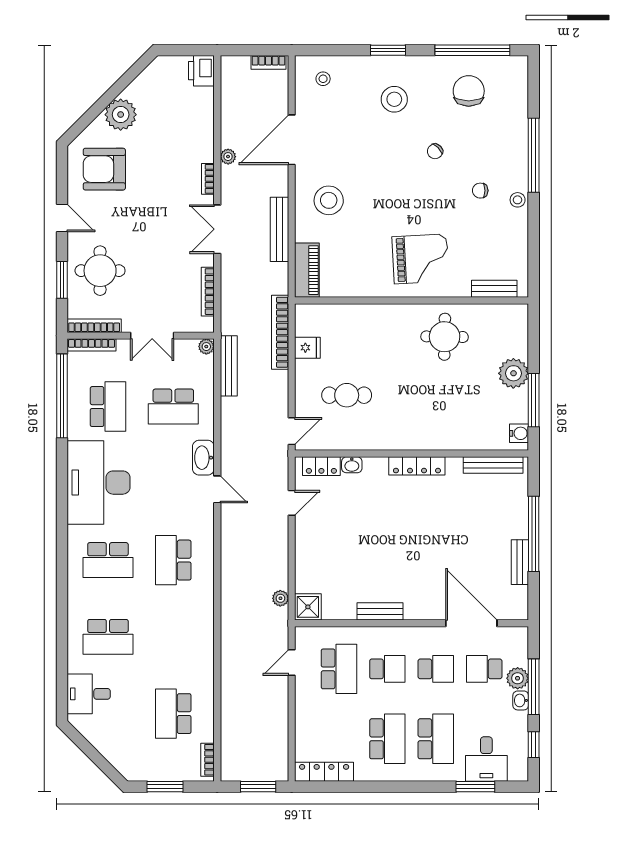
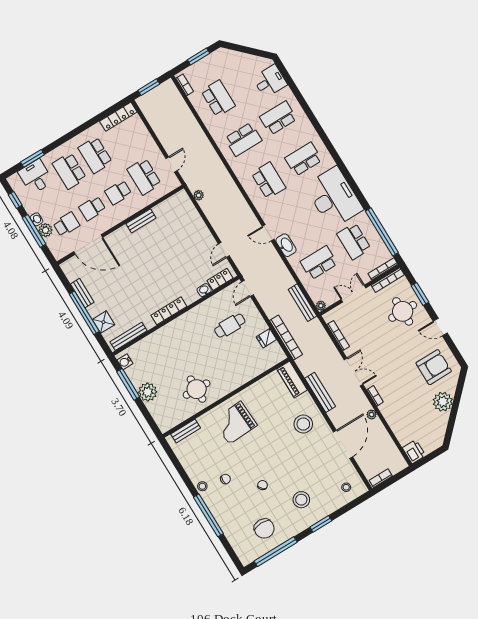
shower: (308, 607) -> (103, 322), moved
school desk: (173, 637) -> (243, 139), added

